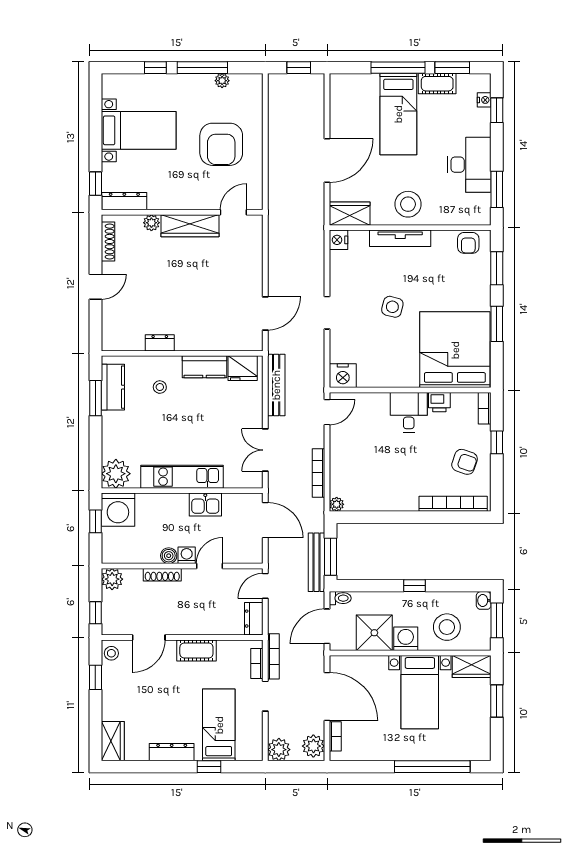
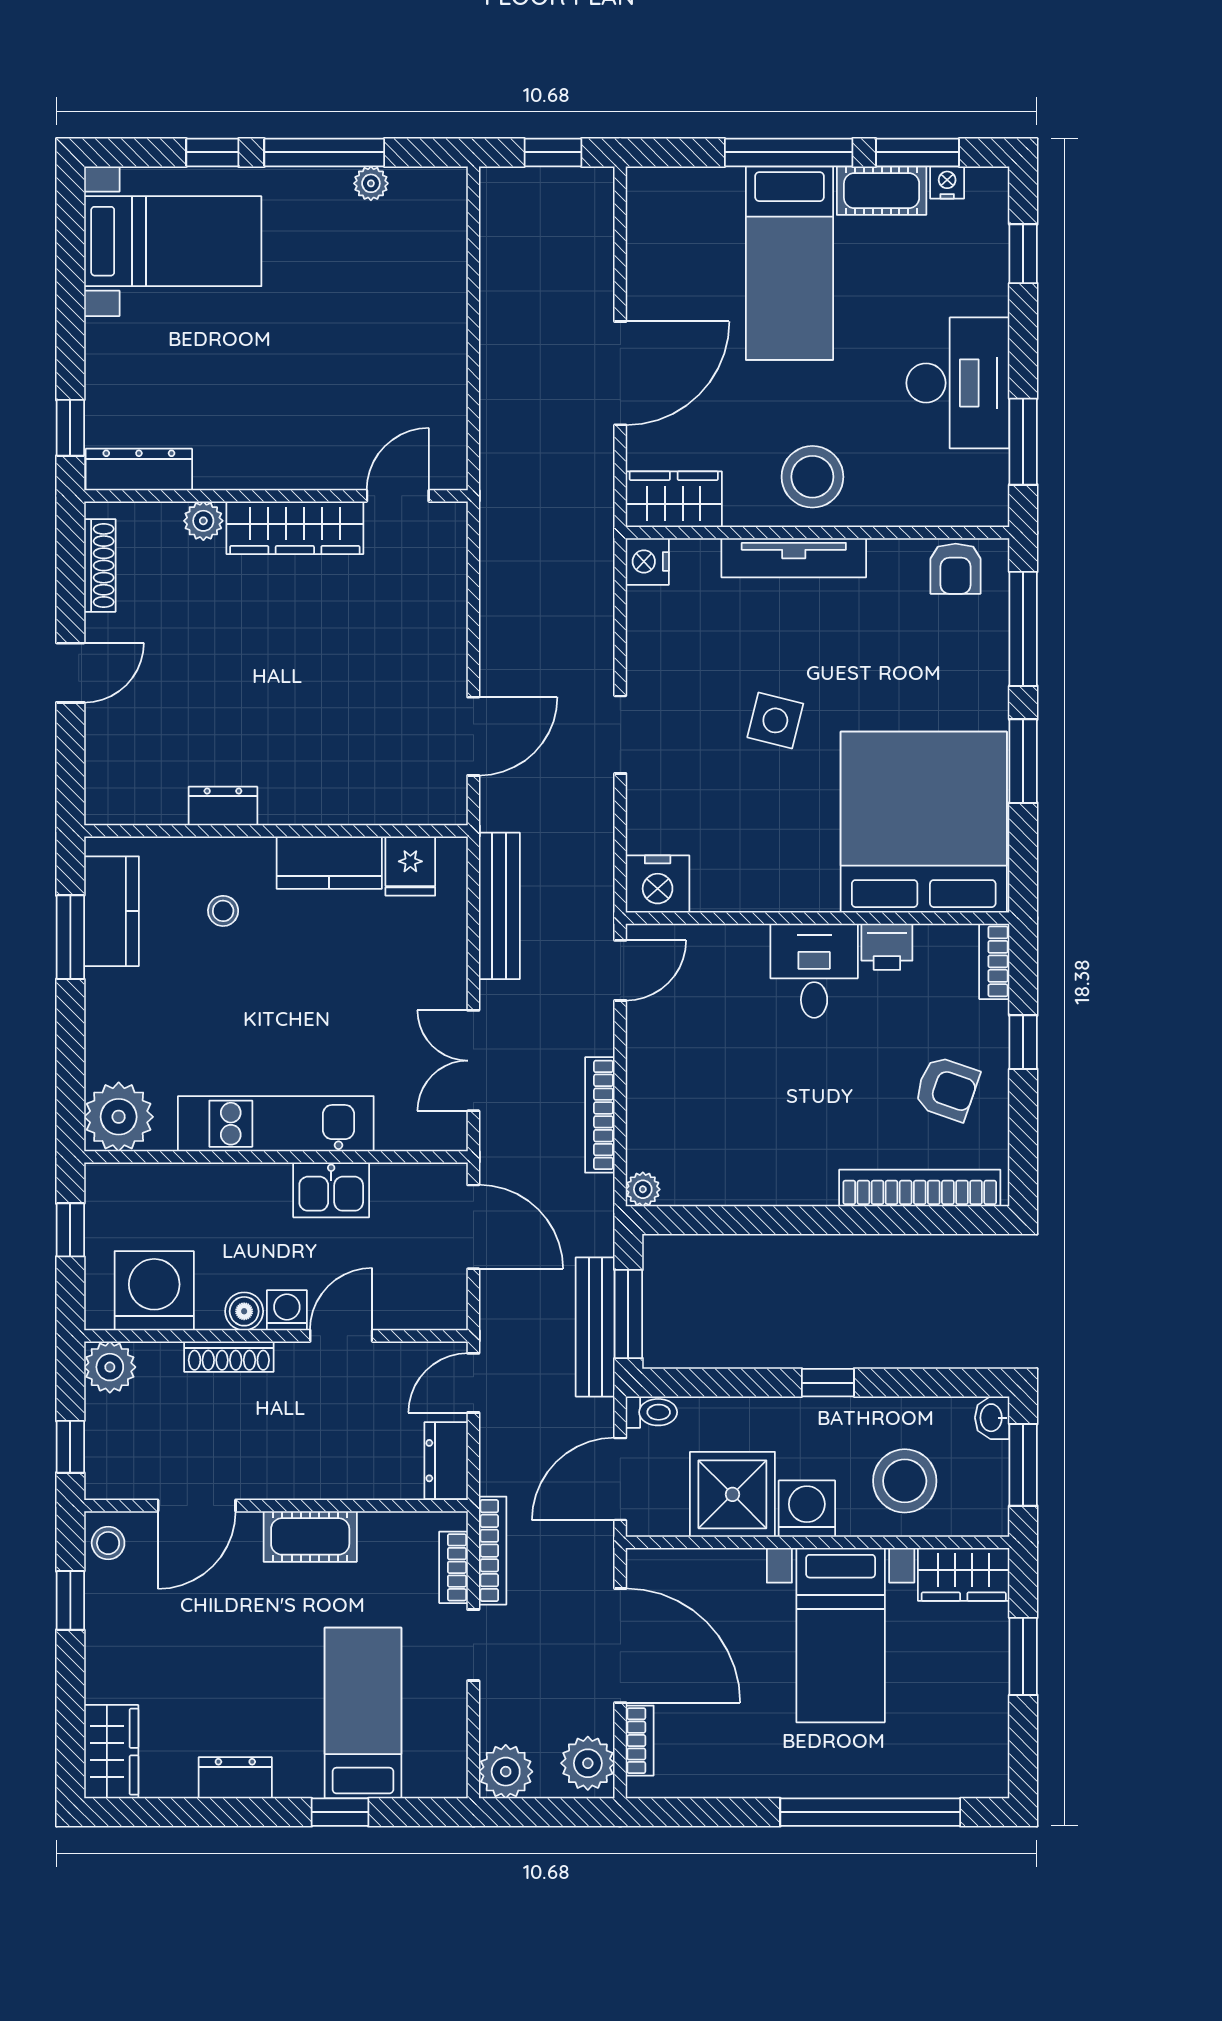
nightstand: (484, 100) -> (947, 182), moved, turned -90
bed with nightstands: (139, 130) -> (173, 241), moved
armchair: (221, 144) -> (369, 335), removed
window: (497, 268) -> (1023, 629), width x1.44
fridge: (243, 368) -> (410, 866), width x0.72
washing machine: (118, 510) -> (154, 1291), moved, turned 180
dresser: (172, 752) -> (235, 1778), width x0.70

